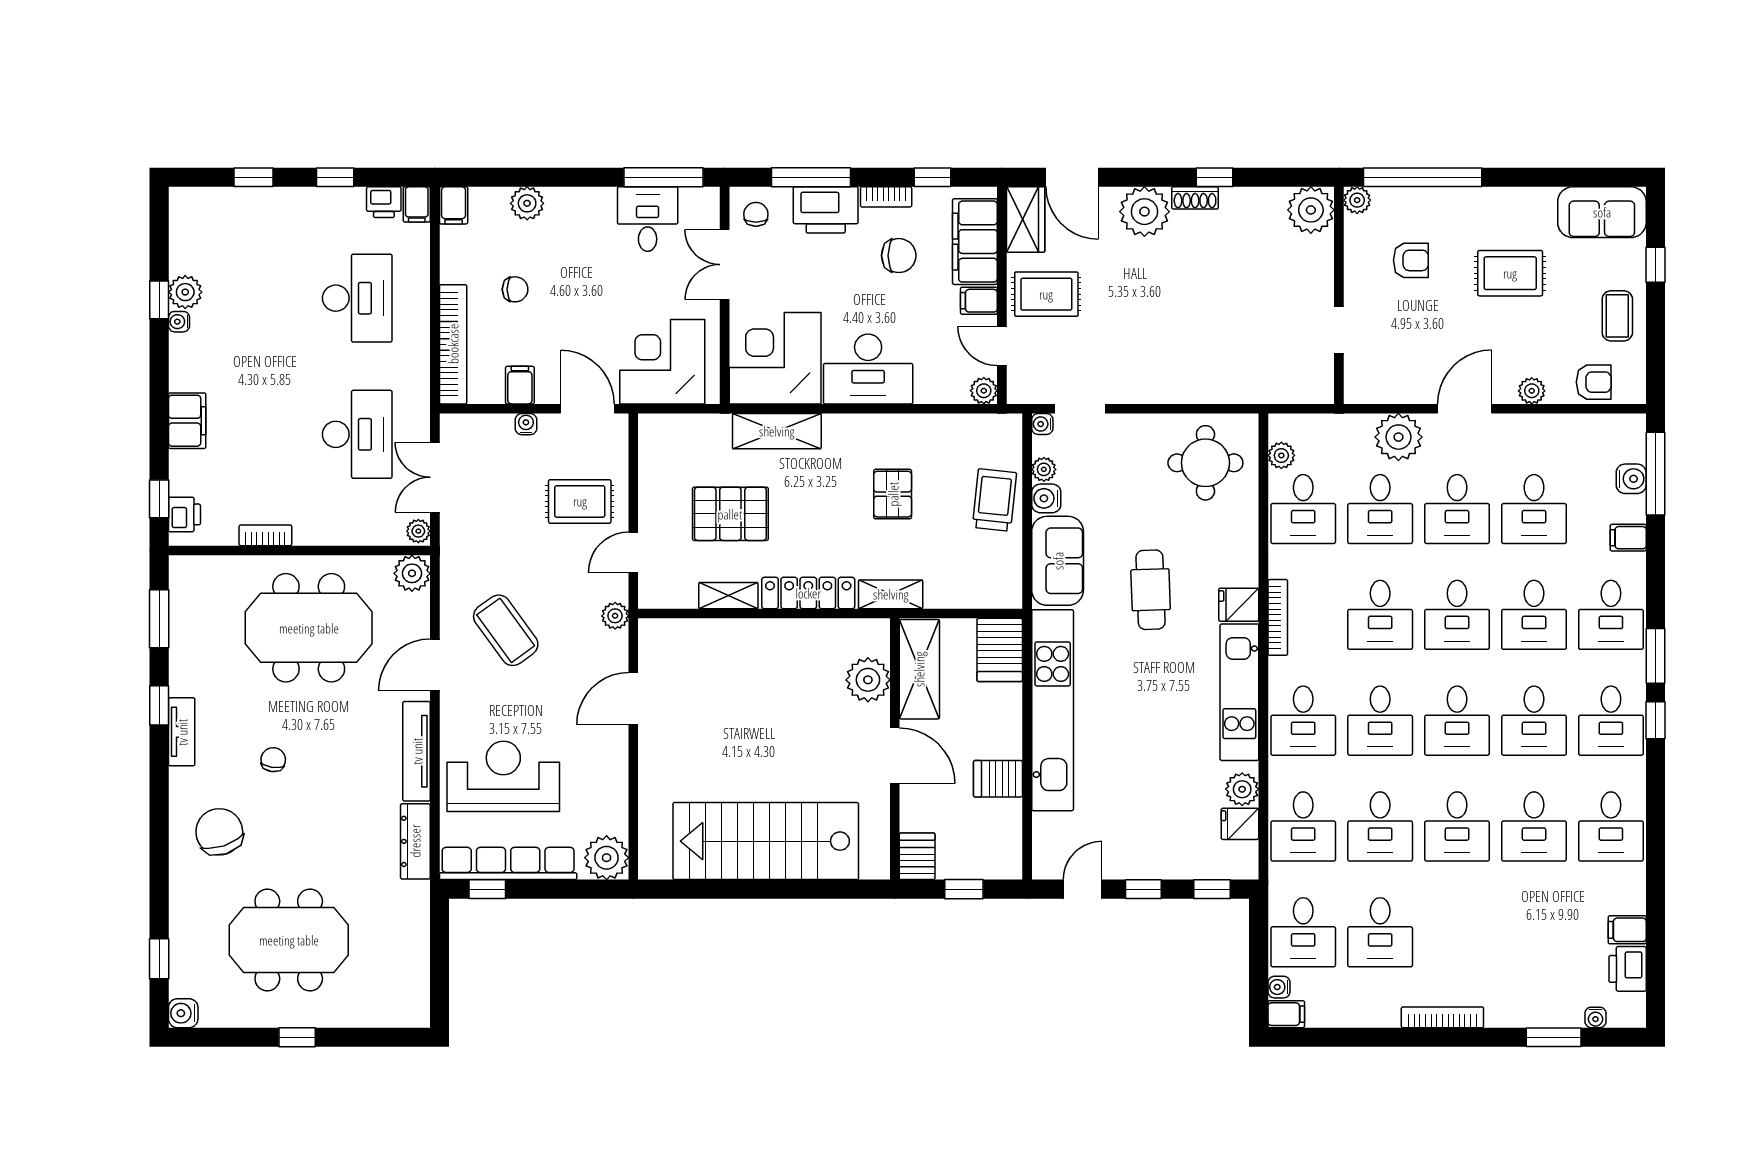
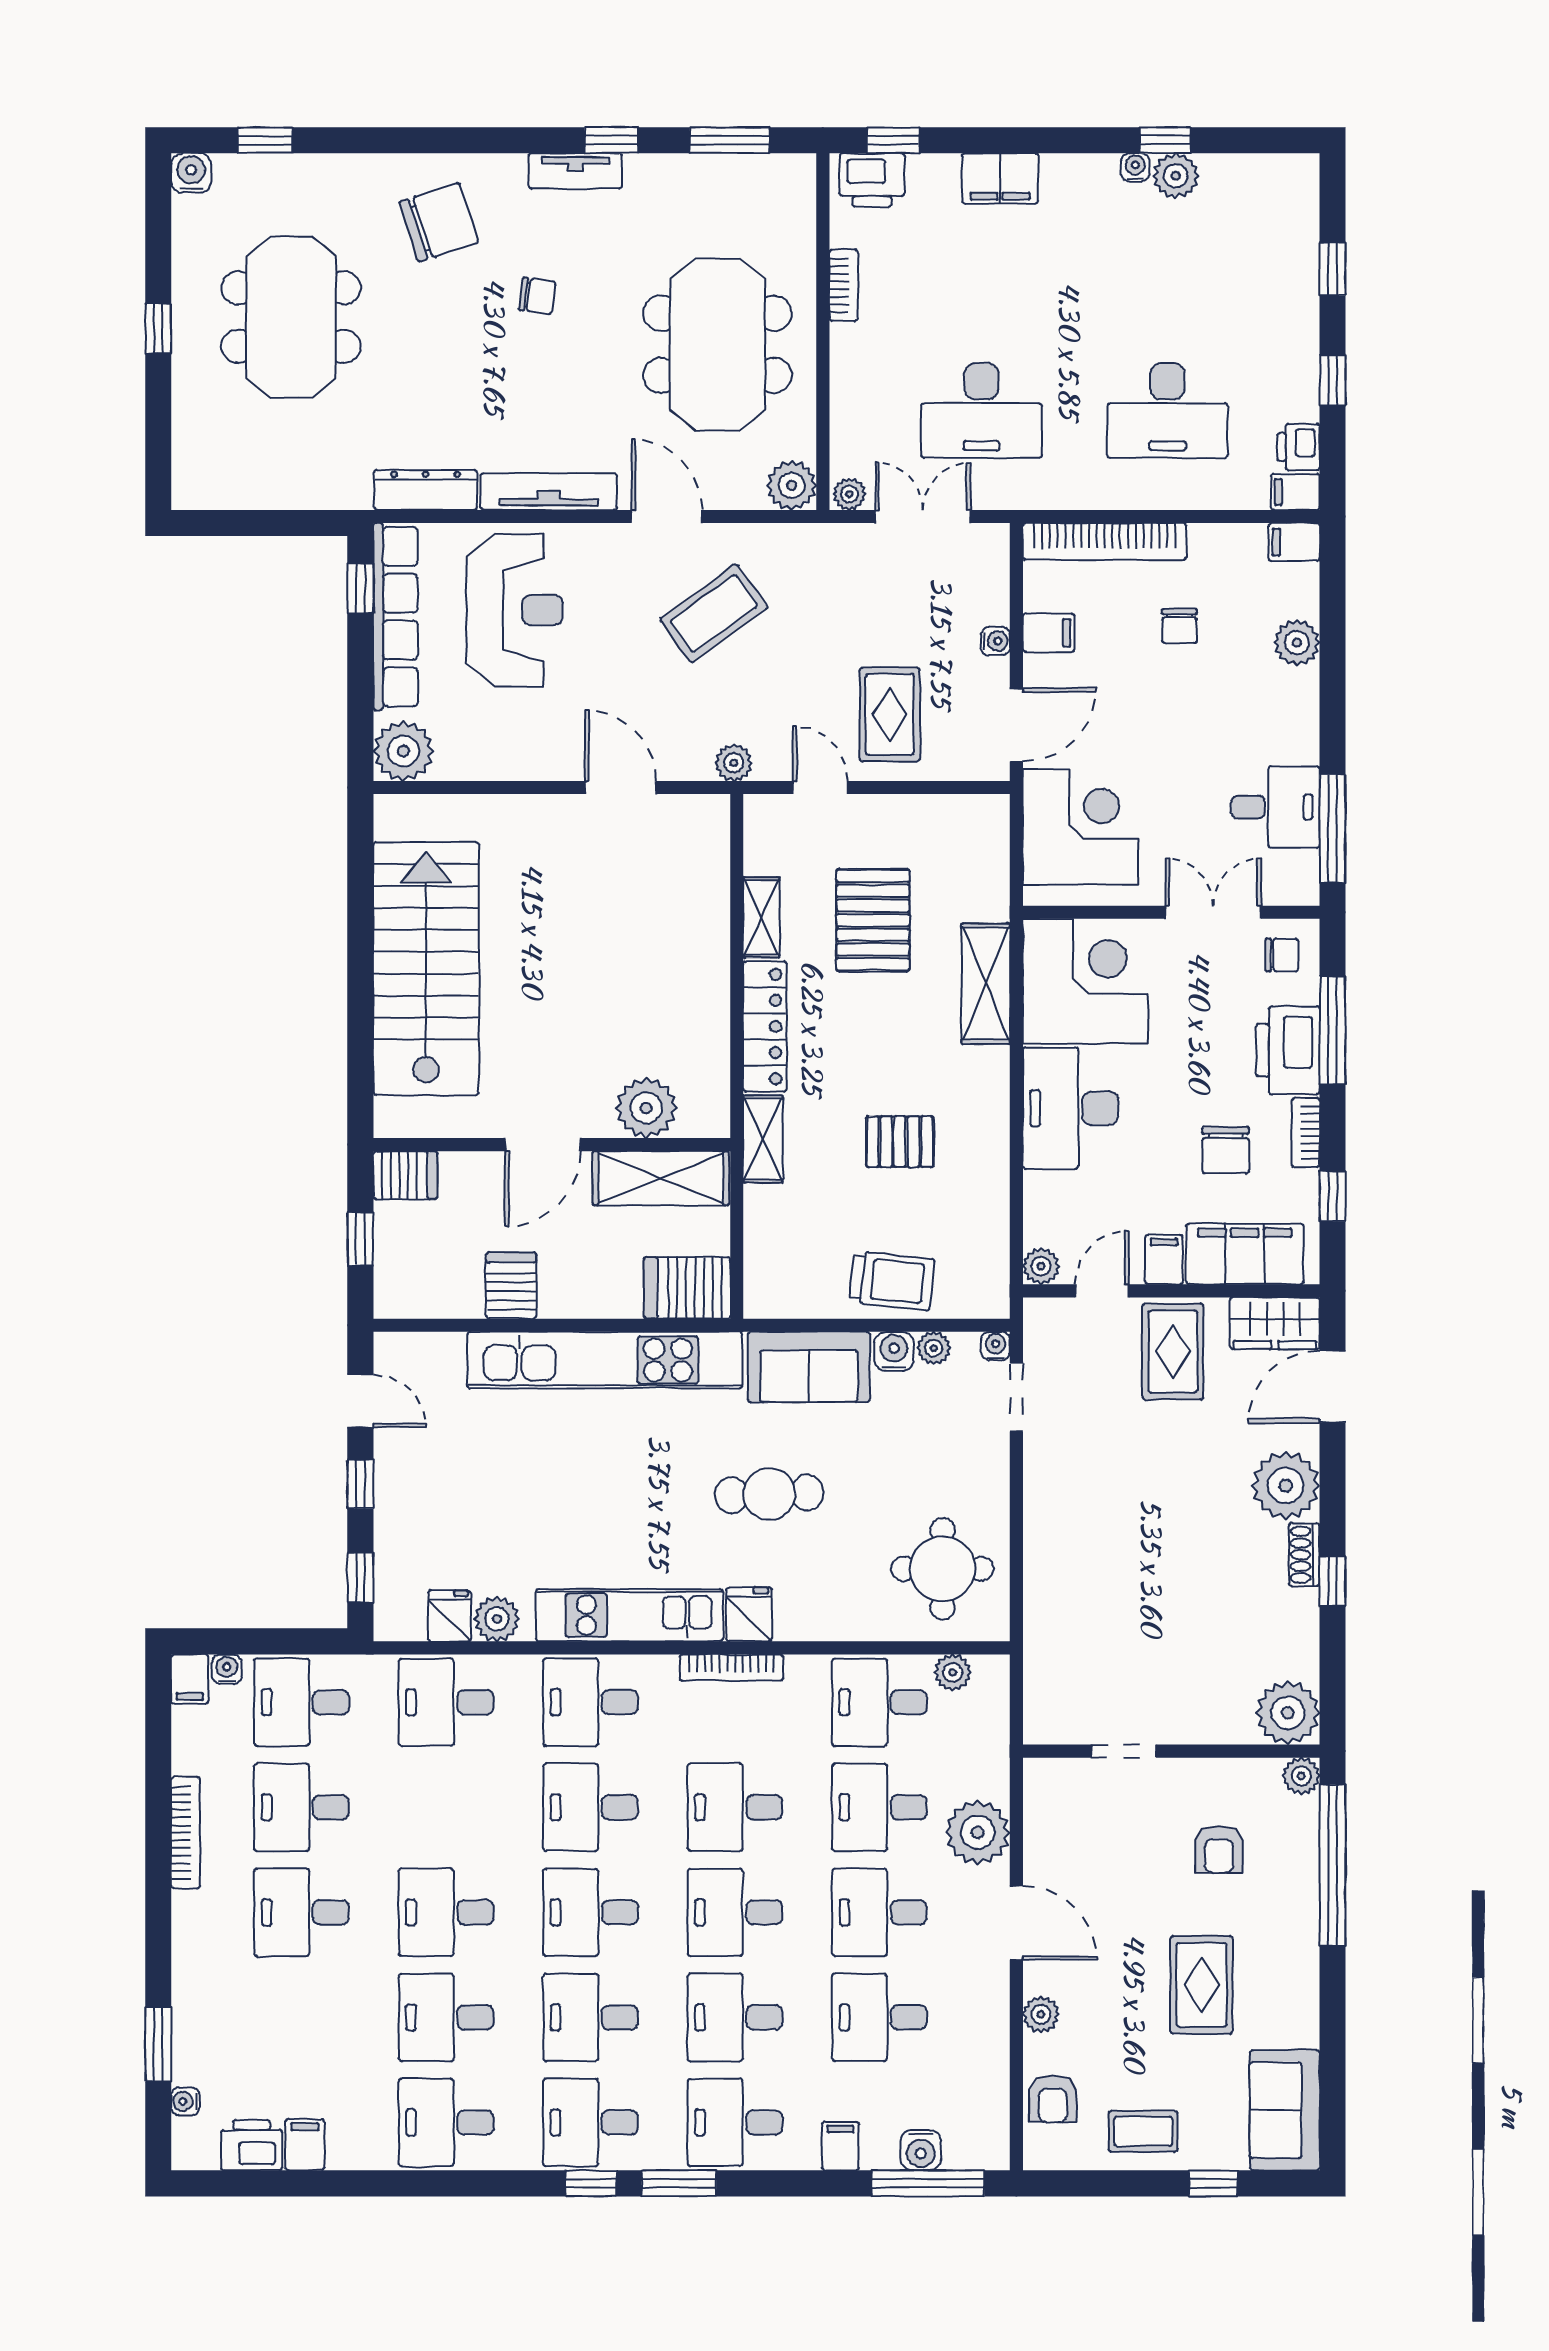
printer: (184, 514) -> (872, 180), width x1.36, depth x1.24
desk: (1380, 826) -> (302, 1912), moved
bookcase: (1442, 1017) -> (185, 1833), moved

